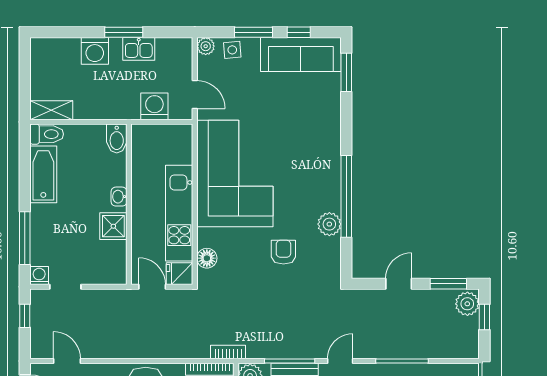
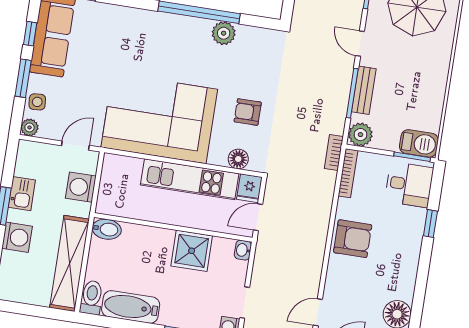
shelving: (51, 110) -> (69, 263), width x2.20, depth x1.33
washbasin: (119, 197) -> (243, 250), moved, turned 90
shower: (113, 226) -> (192, 251), width x1.36, depth x1.36
armchair: (283, 252) -> (248, 112), moved

